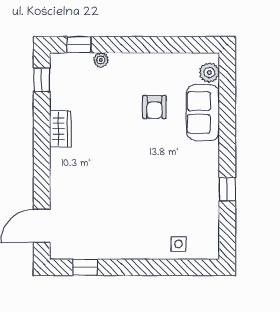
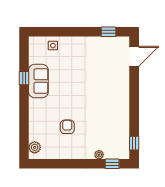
sofa: (203, 113) -> (38, 81), moved
wardrobe: (60, 129) -> (123, 114), removed

